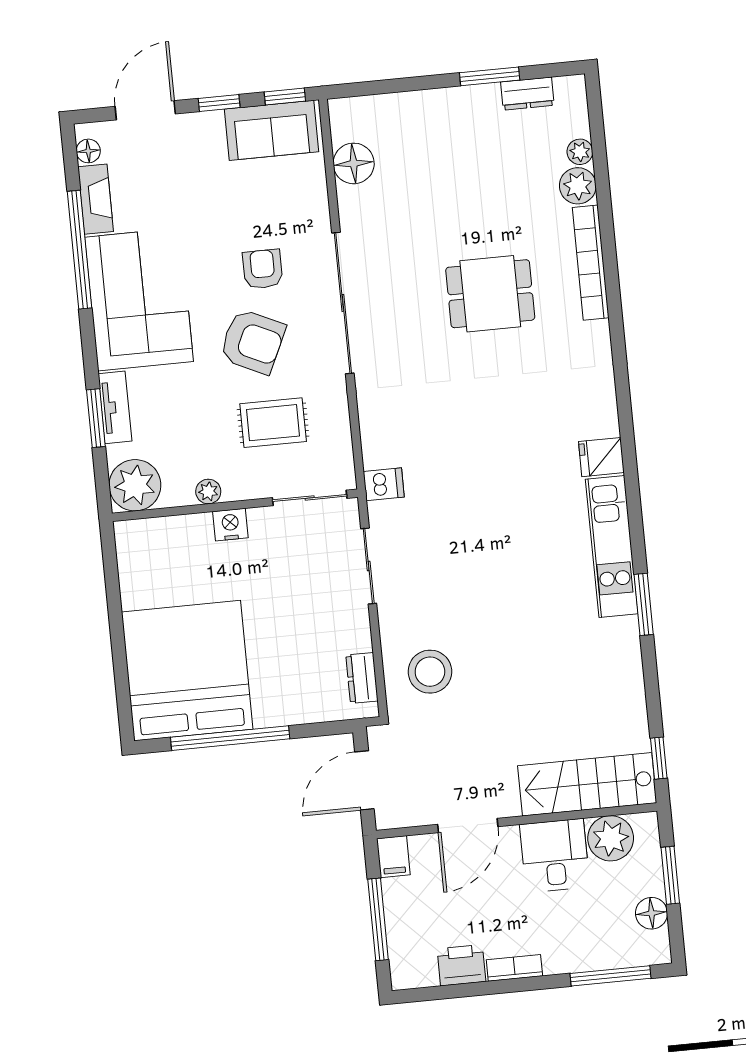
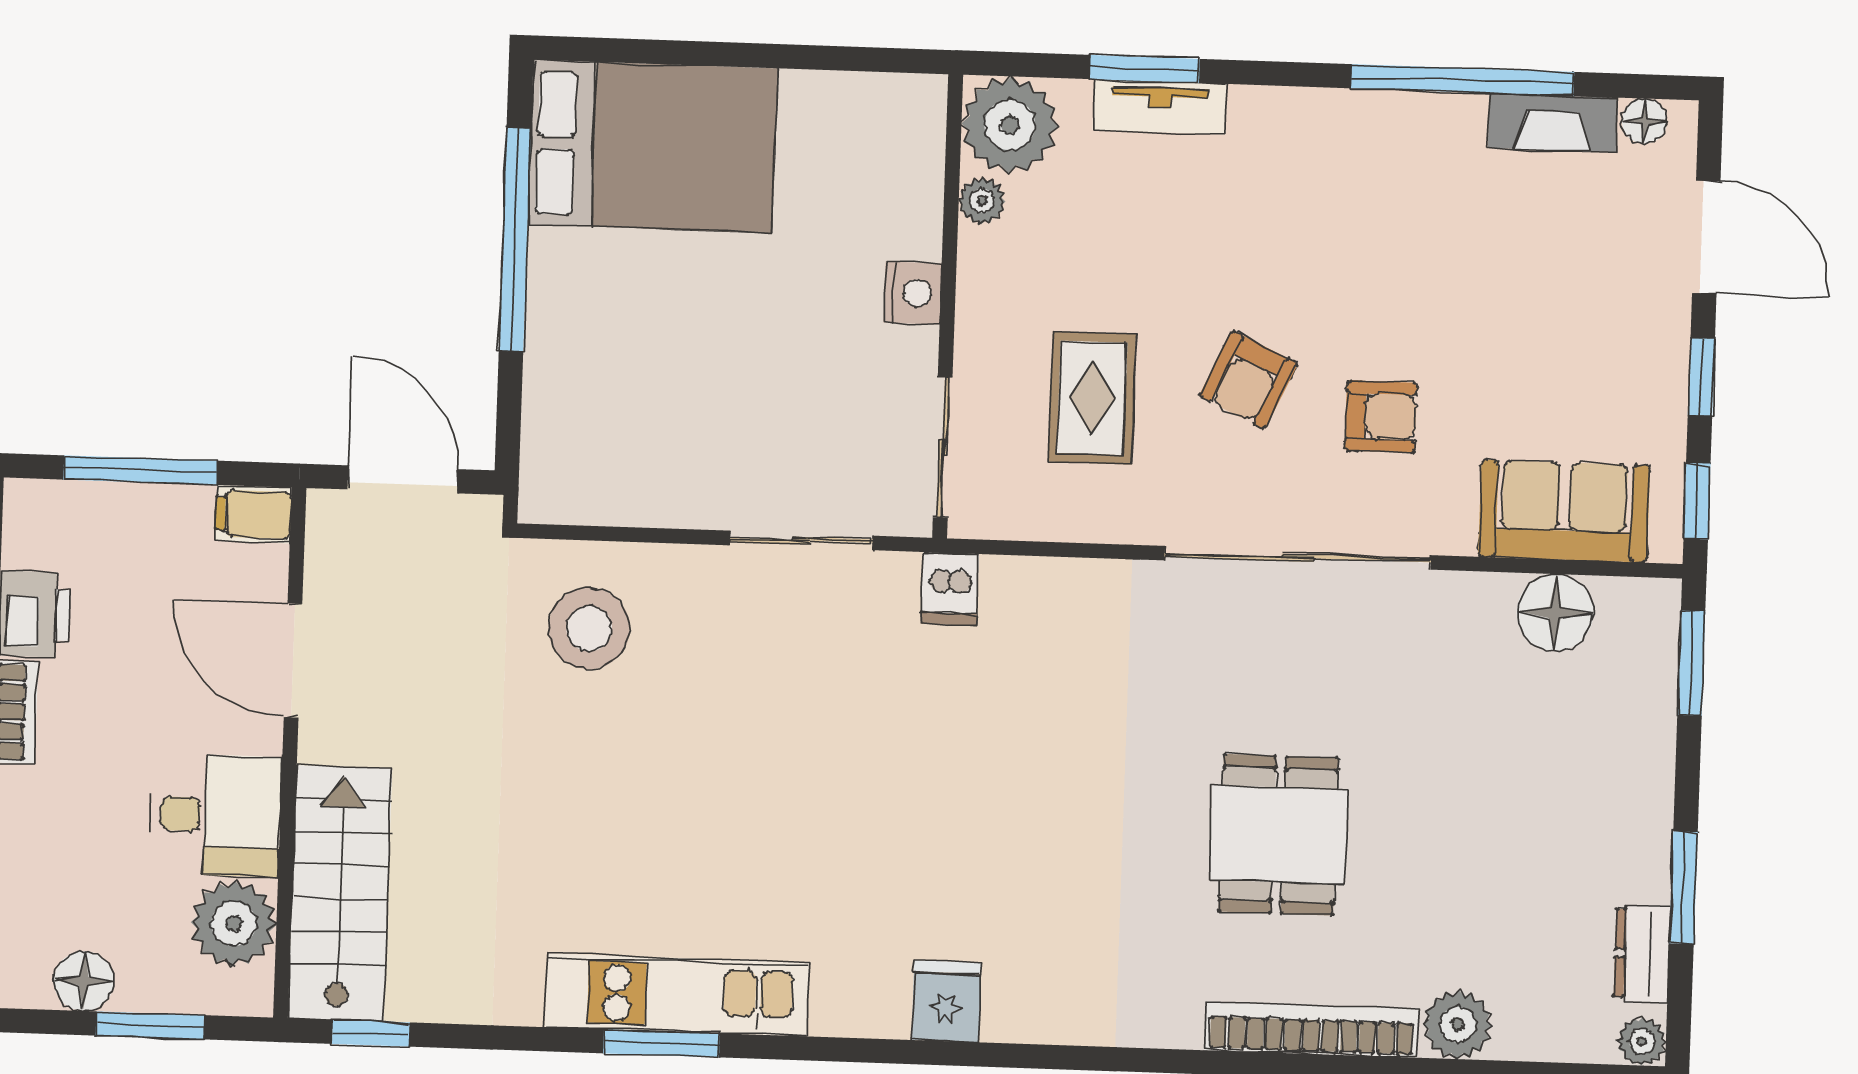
window: (371, 88) -> (1691, 663), added
sofa: (271, 130) -> (1564, 511), moved, turned 90
plant: (580, 152) -> (1642, 1041), moved
corner sofa: (139, 299) -> (1355, 179), removed
armchair: (253, 341) -> (1249, 380), width x0.72, depth x0.72
plant: (208, 491) -> (982, 201), moved
kitchen unit: (612, 546) -> (677, 995), moved
bed: (187, 671) -> (652, 146), width x0.73
dresser: (362, 678) -> (594, 500), removed

